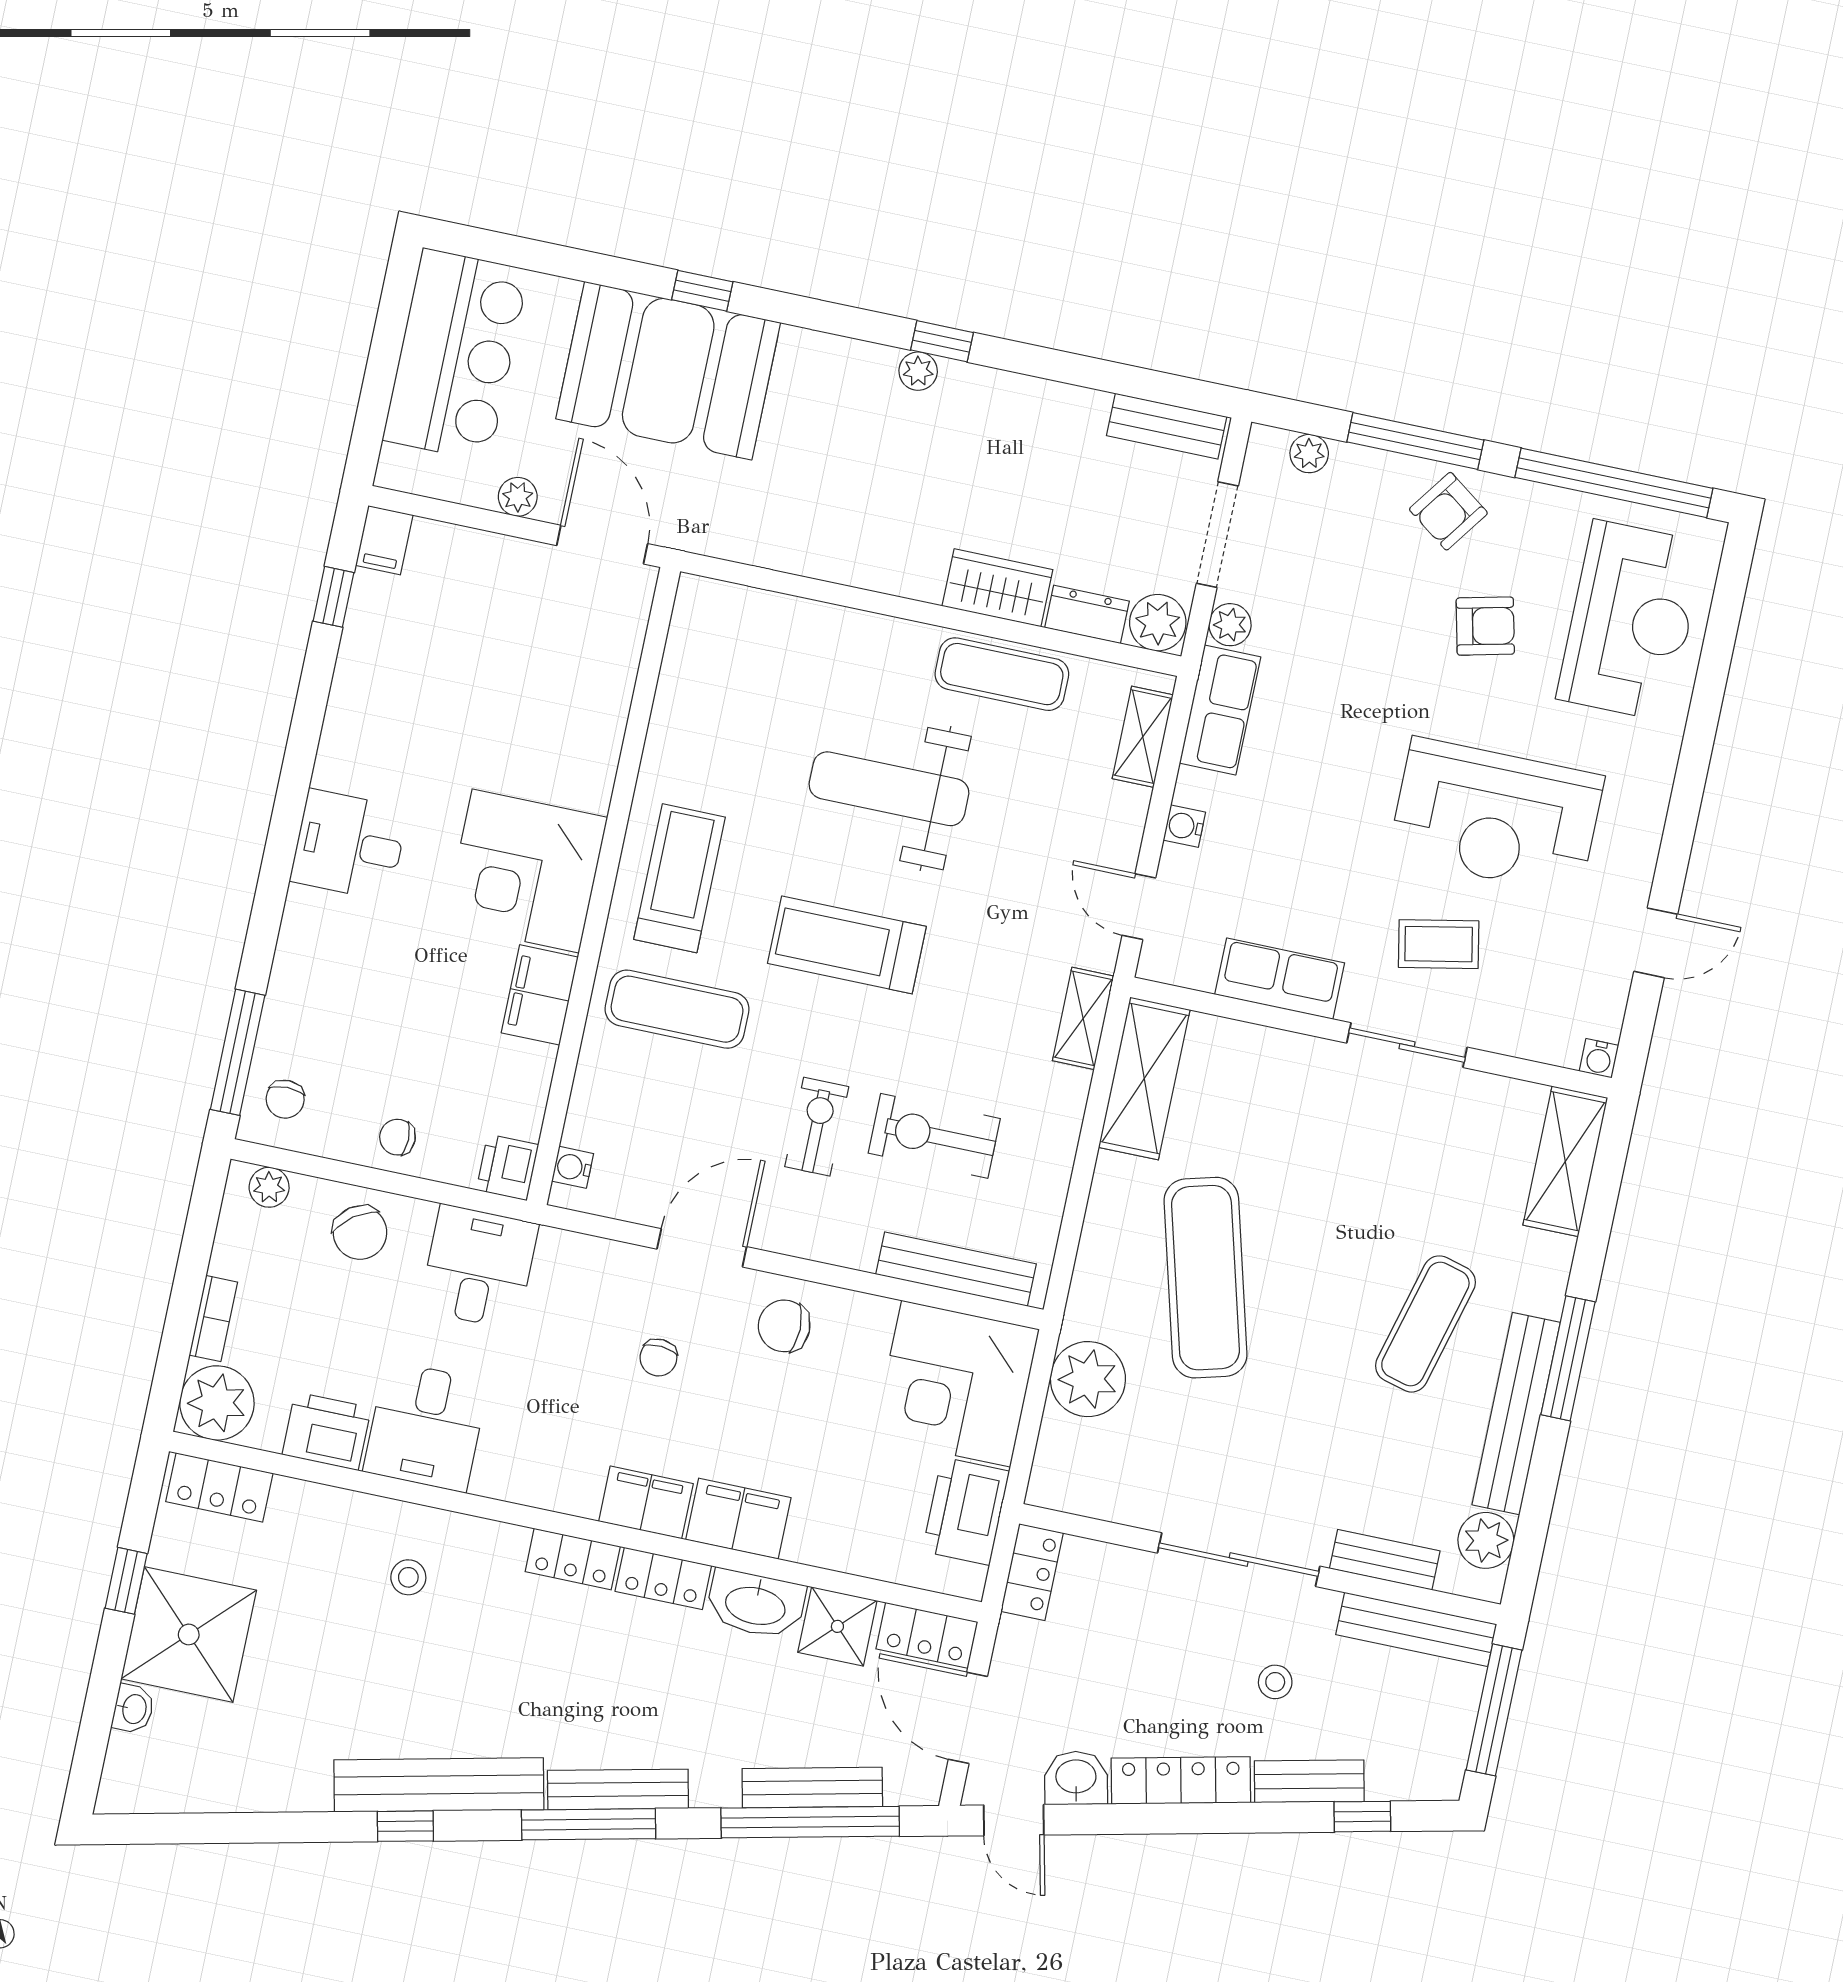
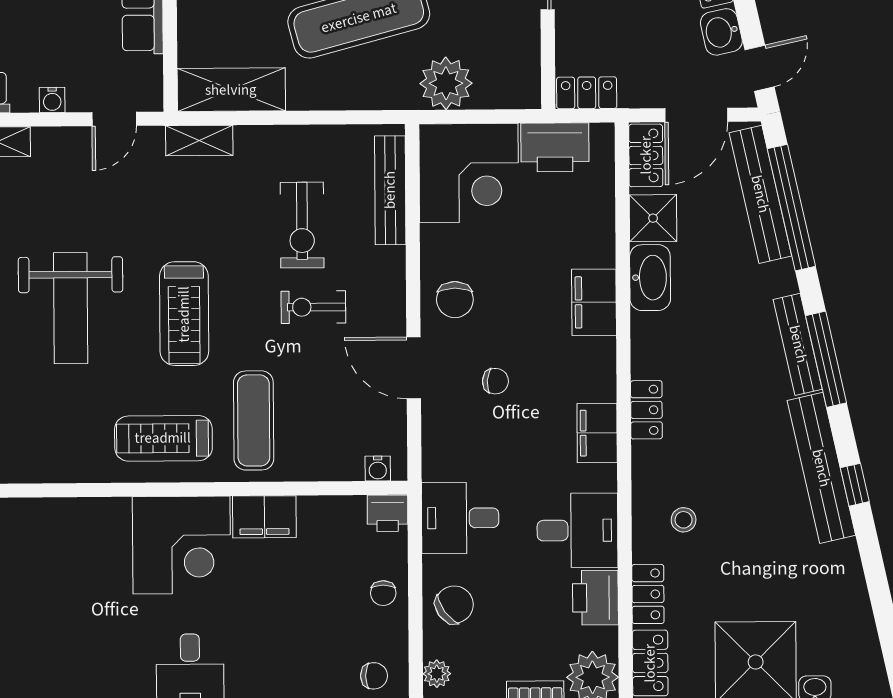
filing cabinet: (646, 1502) -> (597, 433), moved
locker: (663, 1578) -> (648, 594), moved
bench: (812, 1788) -> (760, 194), width x1.37, depth x1.21

